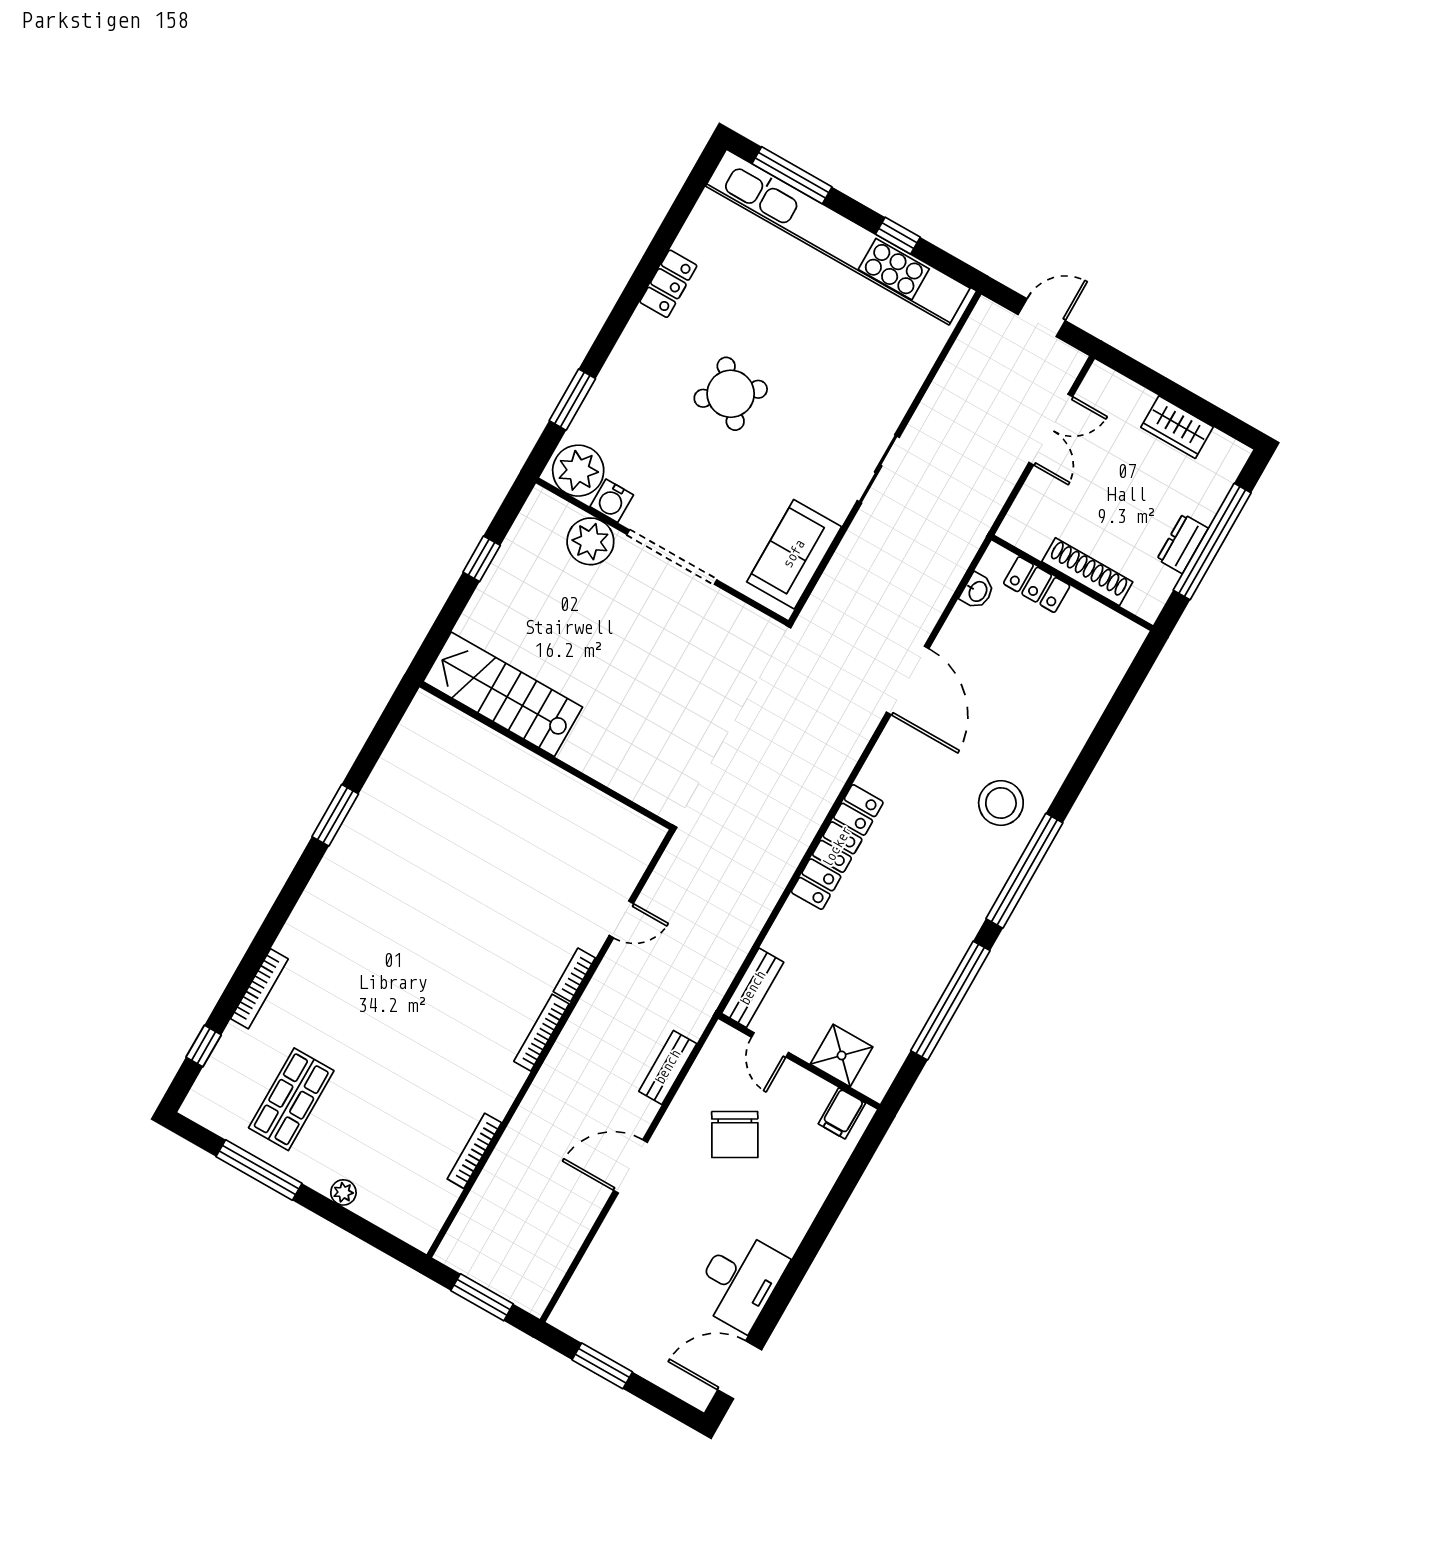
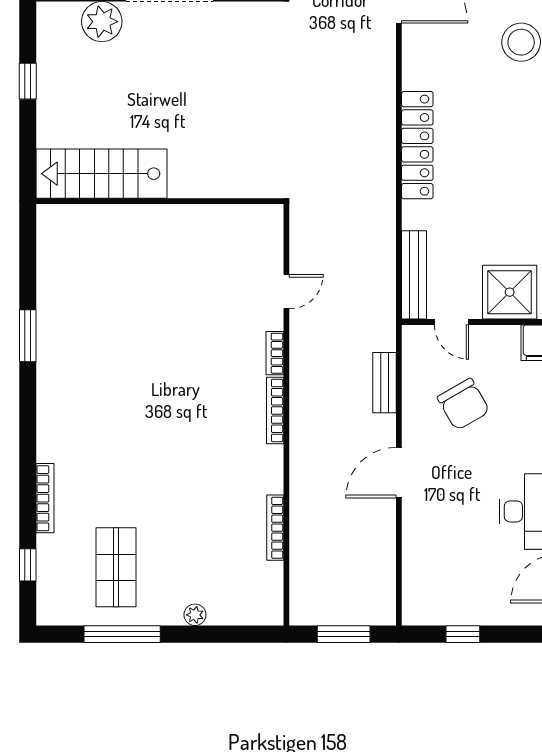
bench: (753, 988) -> (414, 275), width x1.36
shower: (842, 1055) -> (510, 292), width x1.36, depth x1.36
window: (602, 1366) -> (463, 634), width x0.67

